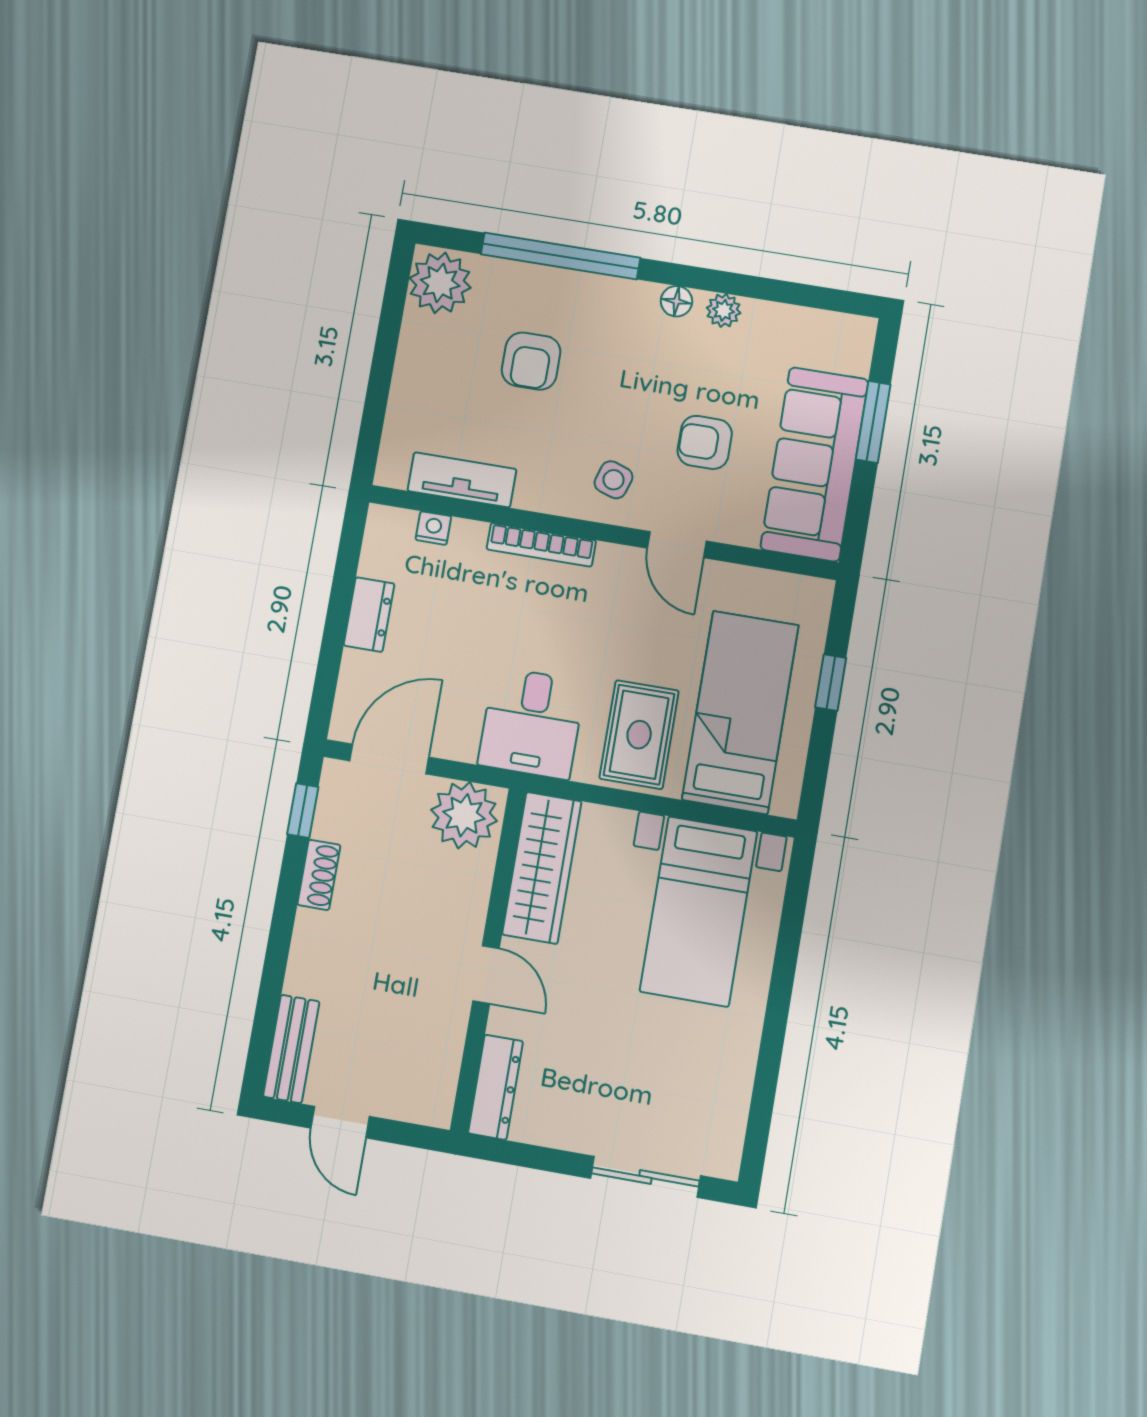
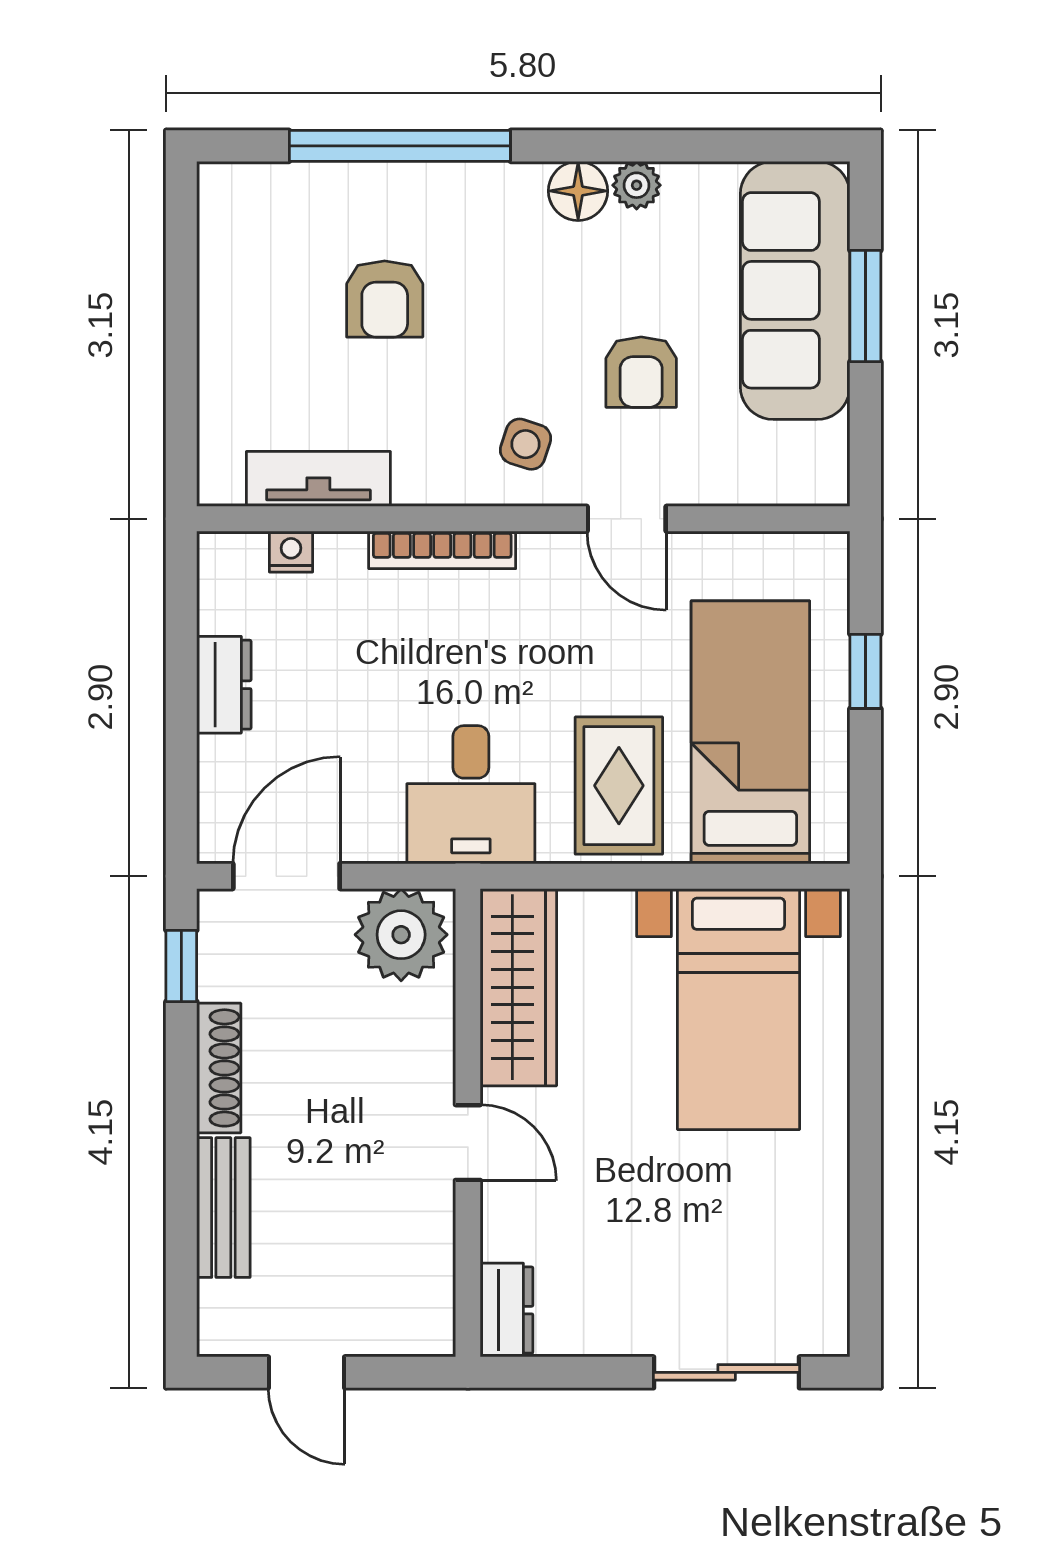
plant: (440, 283) -> (240, 211), removed
floor lamp: (676, 301) -> (578, 191), width x1.37, depth x1.37
armchair: (705, 442) -> (641, 372), turned -90
sofa: (814, 464) -> (795, 290), moved
shoe rack: (319, 875) -> (219, 1068), width x1.43
bench: (291, 1049) -> (223, 1208), moved
dresser: (495, 1087) -> (507, 1310), width x0.70

